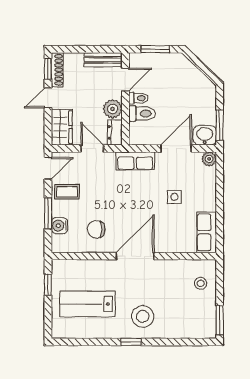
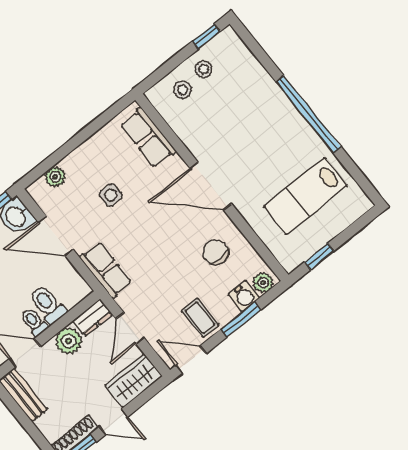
plant: (209, 159) -> (55, 177), moved
chair: (96, 229) -> (216, 252), turned 180
row of seats: (206, 232) -> (148, 138), moved, turned 90
plant: (58, 242) -> (263, 283), added
lab bench: (87, 304) -> (305, 196), turned 90
stool: (143, 316) -> (204, 69), moved, width x0.53, depth x0.53
window: (220, 320) -> (206, 36), width x0.67
window: (131, 342) -> (309, 114), width x3.17

